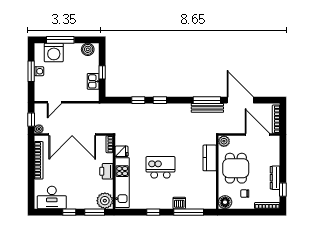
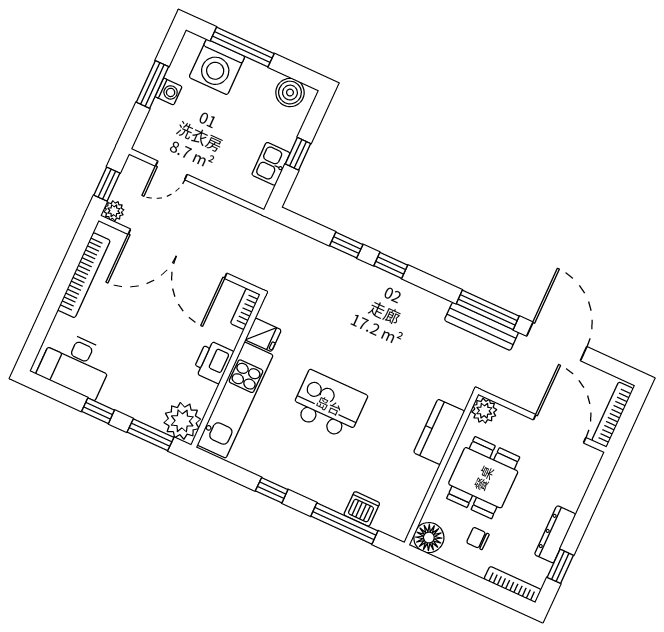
dishwasher: (179, 203) -> (362, 509), moved

